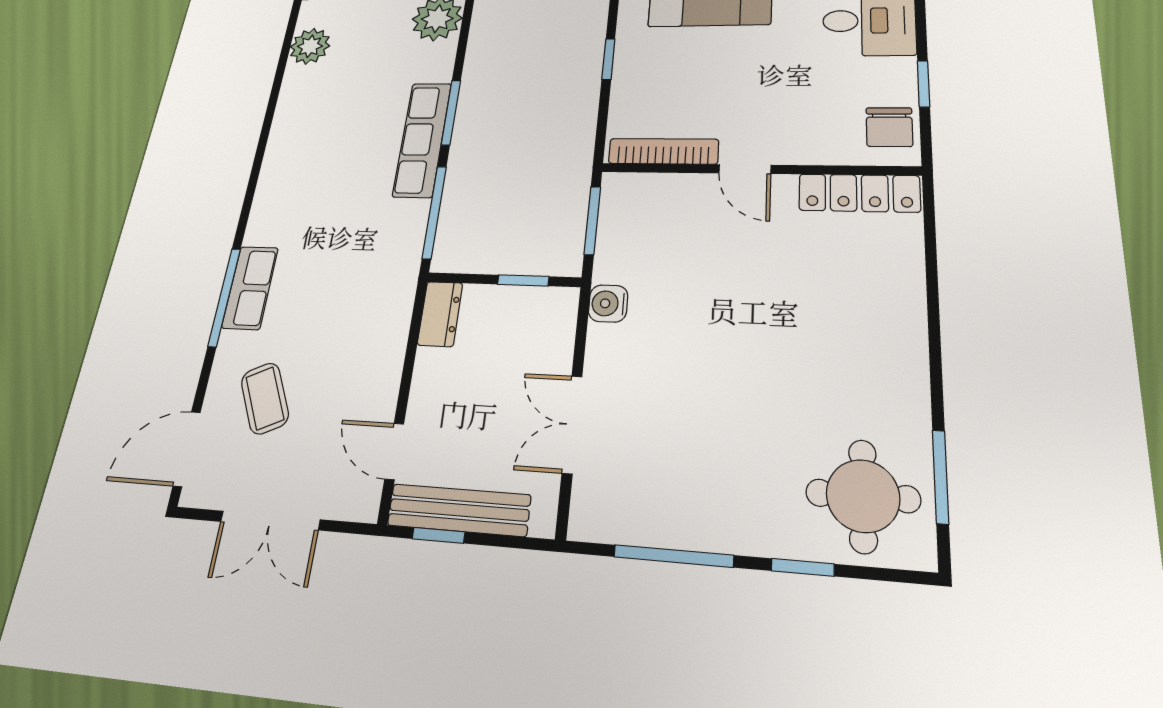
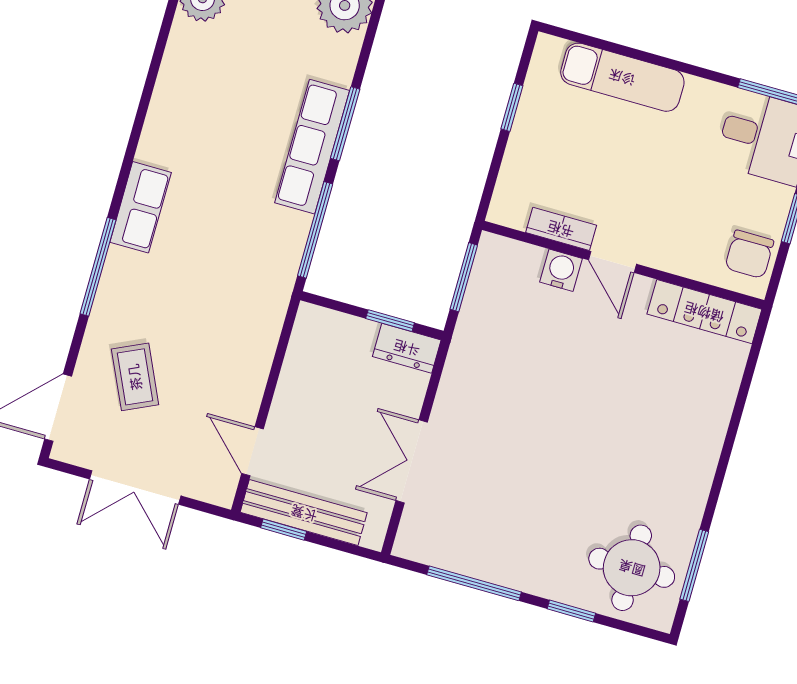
bookcase: (663, 151) -> (561, 229), width x0.64
row of seats: (250, 288) -> (141, 207), moved
water cooler: (608, 303) -> (561, 270), moved, turned 90
dresser: (440, 314) -> (407, 348), moved, turned 90

